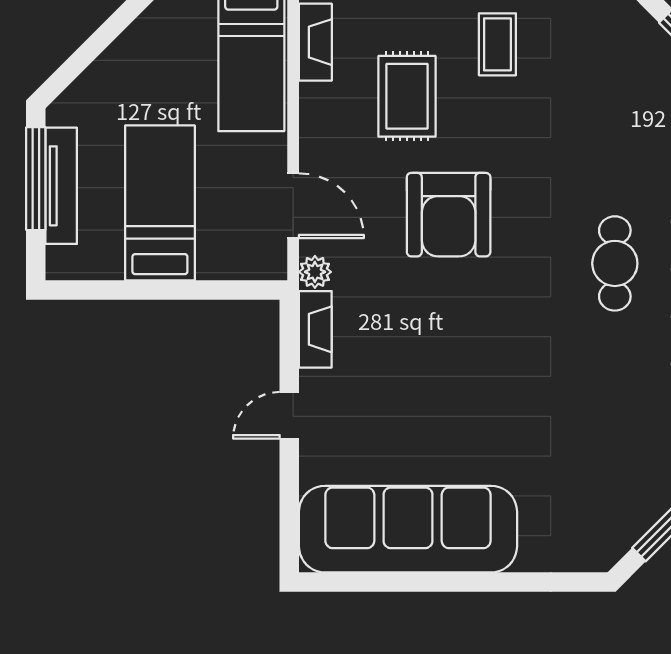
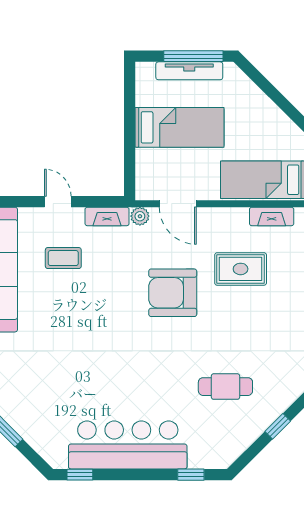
coffee table: (497, 44) -> (63, 258), moved
door: (293, 206) -> (178, 204), hinge flipped
cafe table: (615, 263) -> (225, 387), moved

